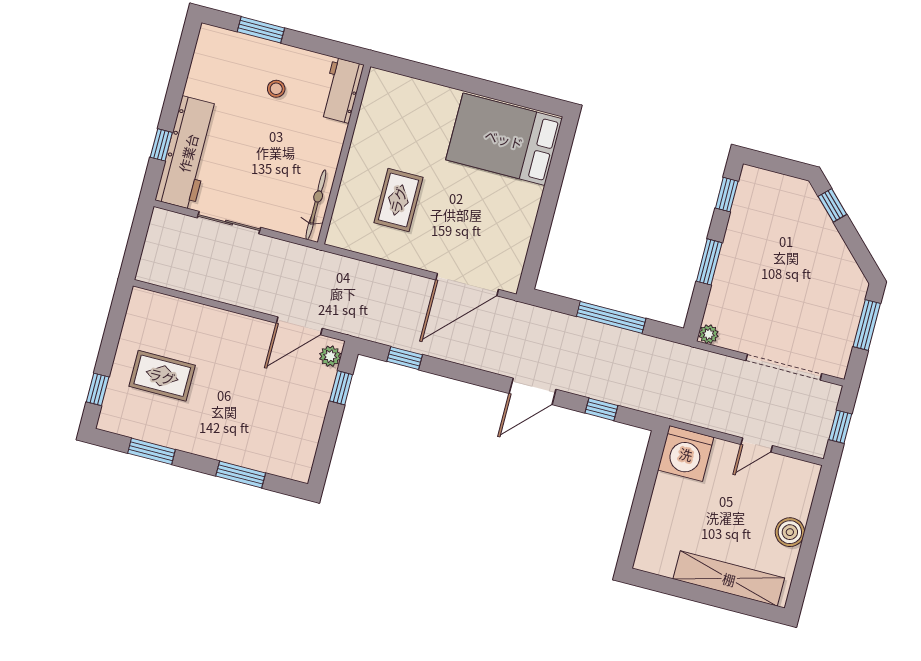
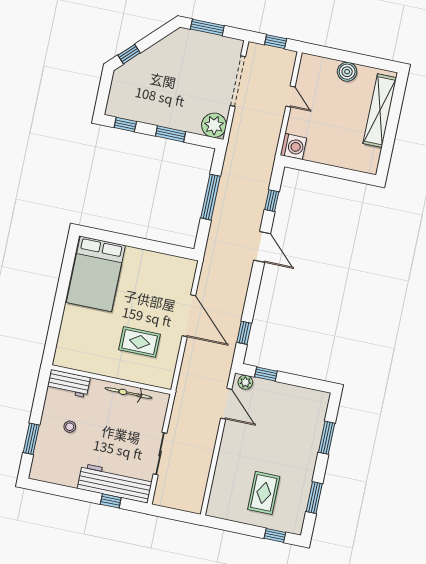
bicycle: (316, 205) -> (128, 393), moved
door: (467, 285) -> (189, 316), moved
plant: (709, 334) -> (214, 125), width x1.88, depth x1.88
washing machine: (686, 454) -> (293, 146), width x0.73, depth x0.73

